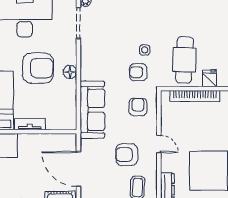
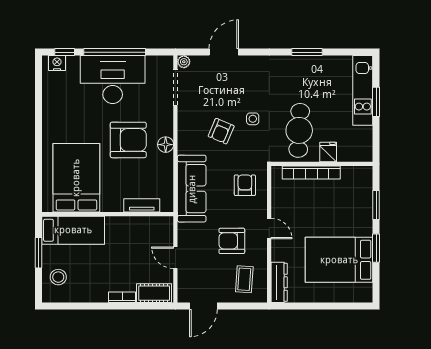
armchair: (138, 72) -> (221, 131), moved, turned -67
tv unit: (30, 124) -> (142, 205), moved
door: (78, 169) -> (175, 258), width x0.53

